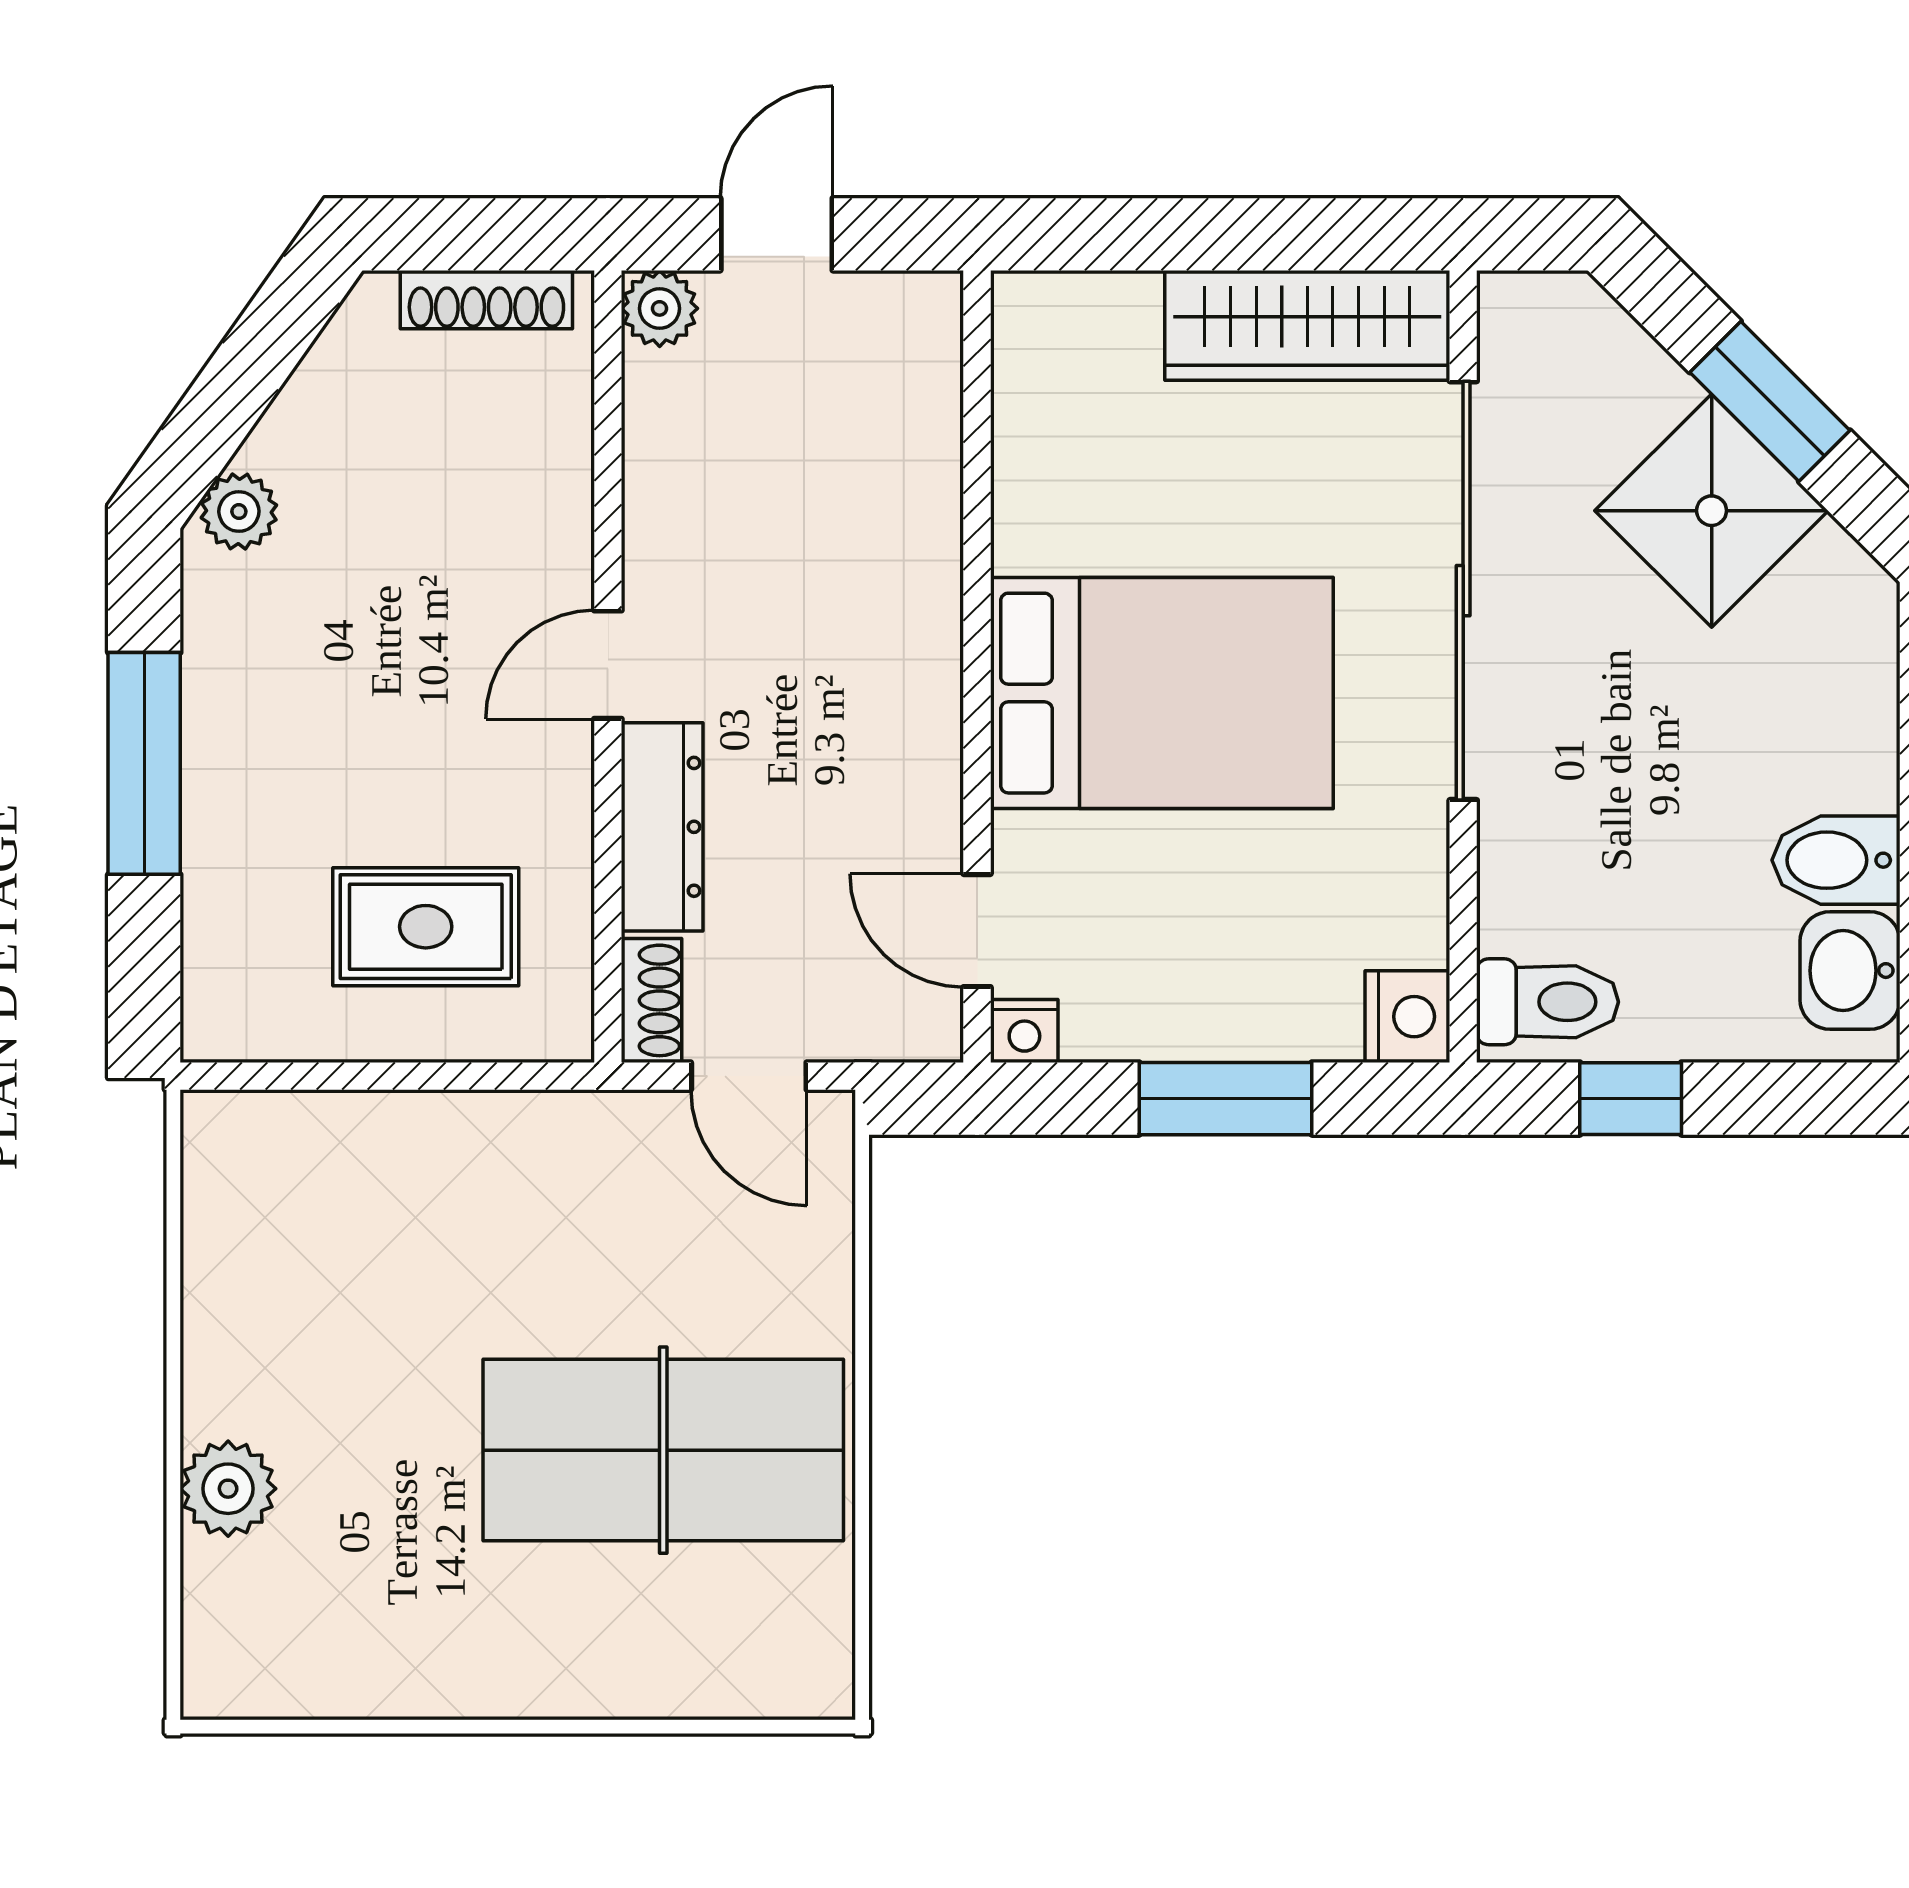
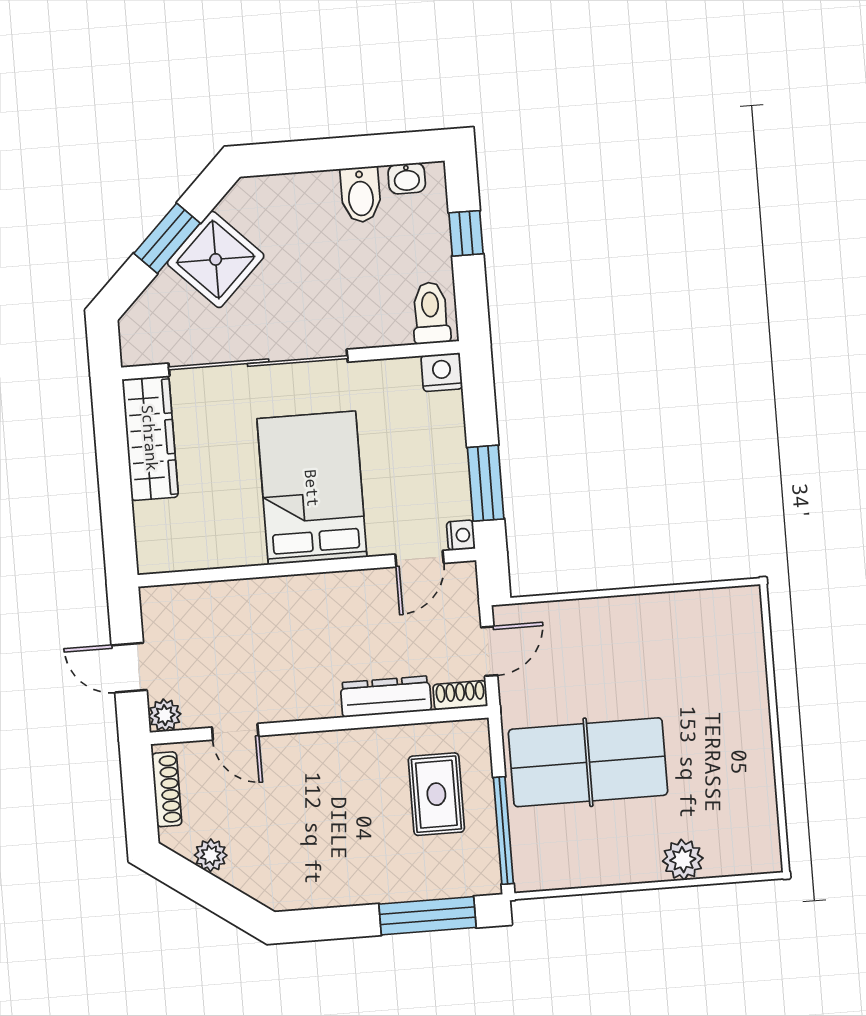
plant: (239, 511) -> (211, 855), moved
door: (608, 665) -> (235, 732), moved
window: (144, 763) -> (427, 916), moved
washbasin: (1850, 971) -> (407, 178), width x0.72, depth x0.69
window: (329, 1076) -> (503, 831), added
window: (1226, 1099) -> (486, 483), moved
window: (1631, 1099) -> (466, 233), moved
table tennis table: (663, 1450) -> (588, 762), moved, turned 90

